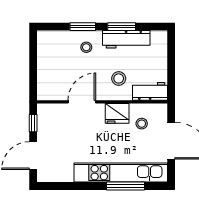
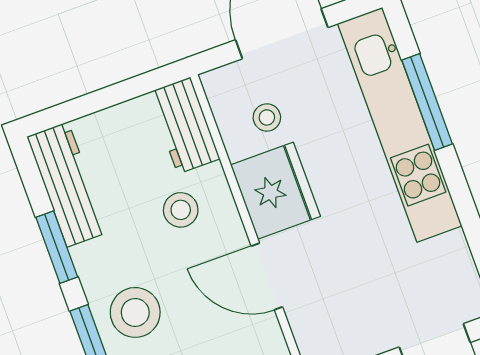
workbench: (126, 39) -> (68, 184), moved
stool: (86, 47) -> (135, 312), width x1.89, depth x1.89
fridge: (117, 113) -> (275, 191), width x1.36, depth x1.34

